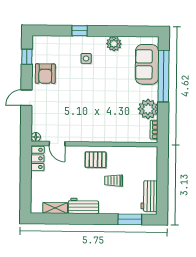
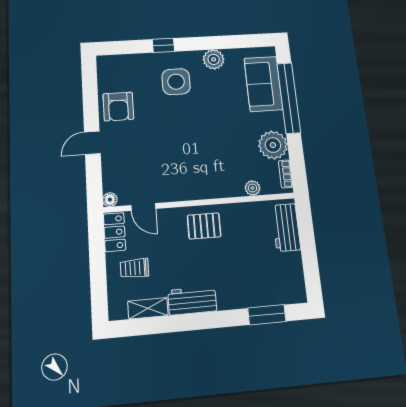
window: (27, 57) -> (90, 85), removed
side table: (86, 58) -> (176, 82), width x1.87, depth x1.87
plant: (130, 137) -> (253, 188), added
trolley: (114, 181) -> (134, 268), moved
workbench: (149, 196) -> (286, 227), moved

